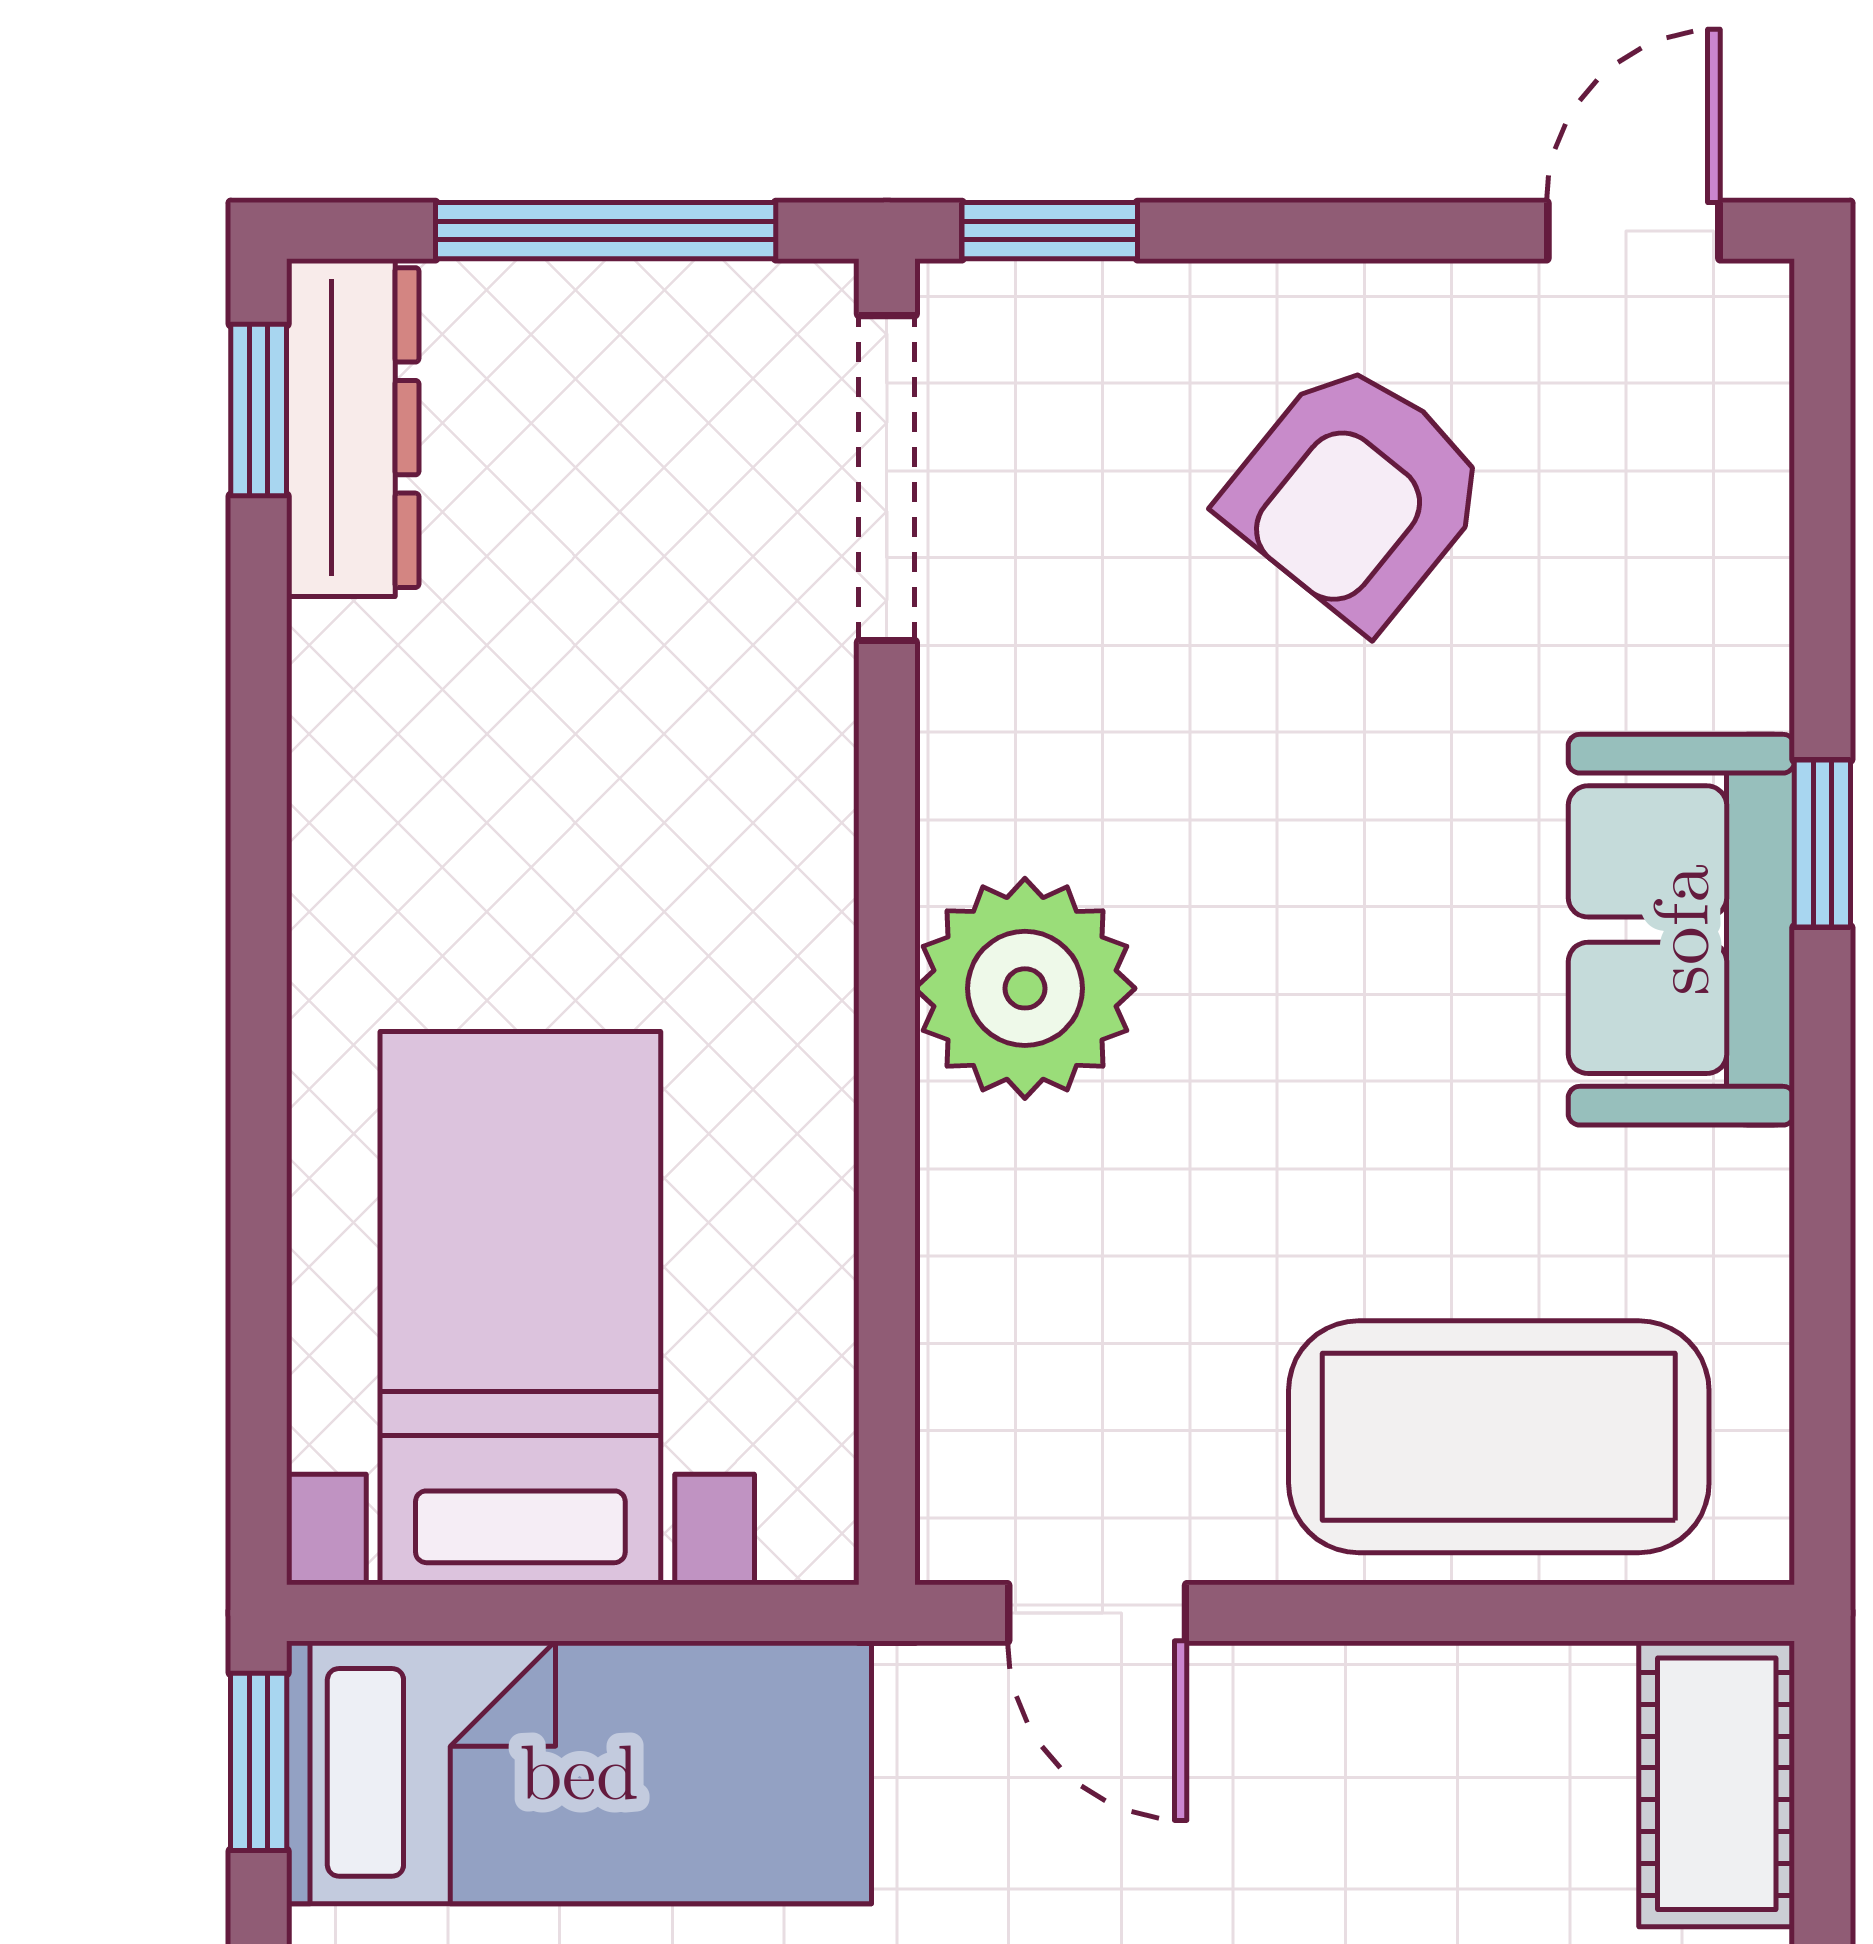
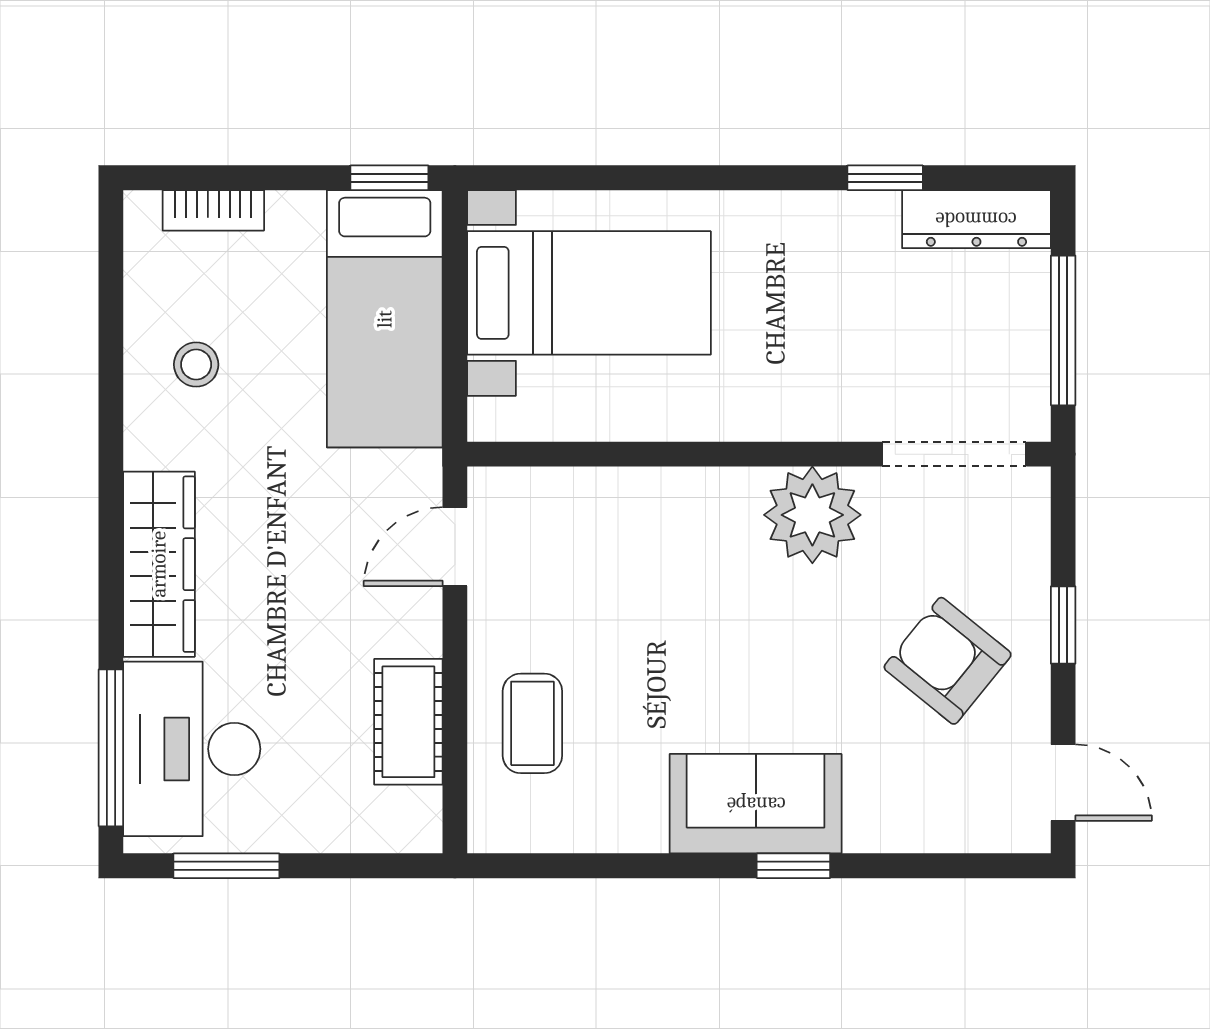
window: (1050, 231) -> (1063, 625), moved
window: (259, 410) -> (885, 178), moved
plant: (1025, 988) -> (812, 515), moved
coffee table: (1499, 1437) -> (532, 723), width x0.54, depth x0.58
cot: (1717, 1784) -> (408, 722), moved, turned 90

